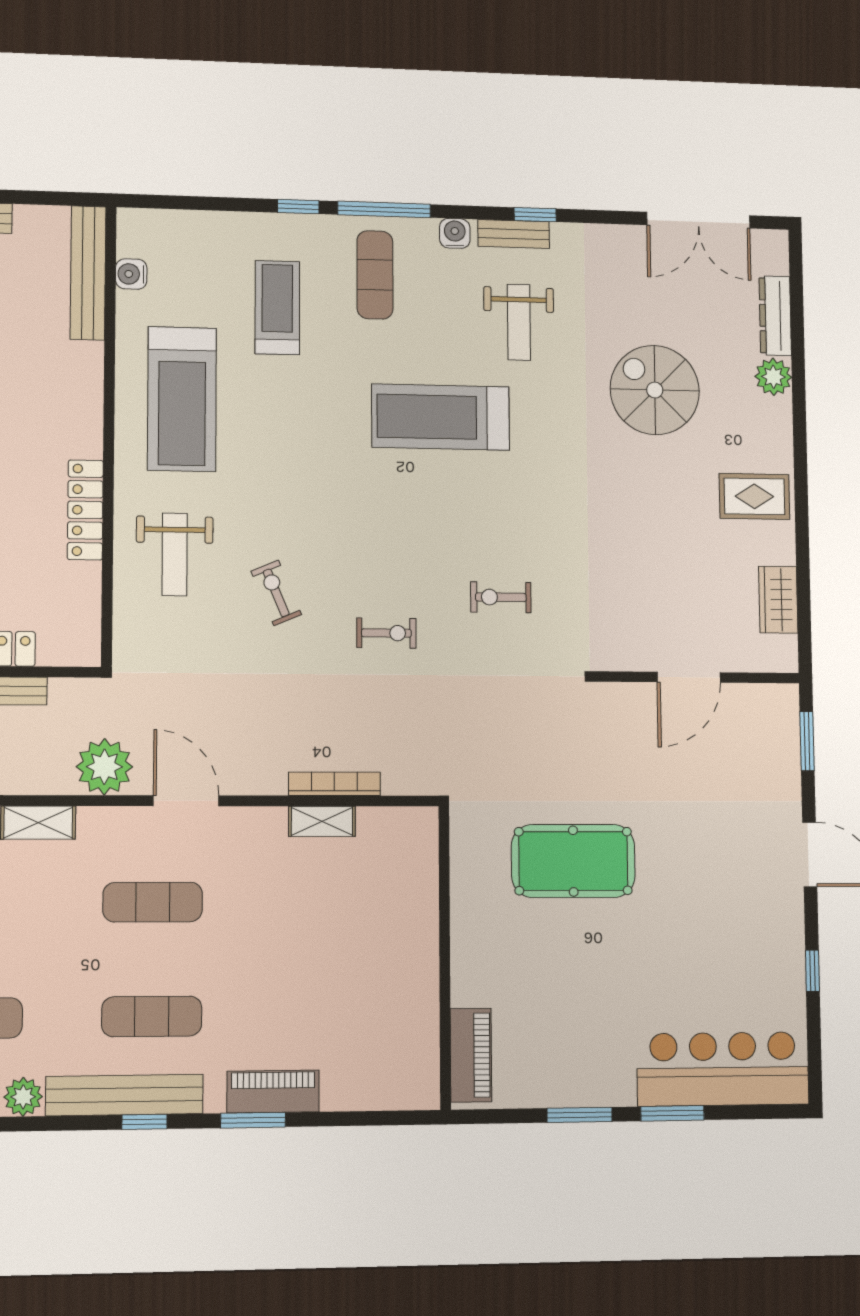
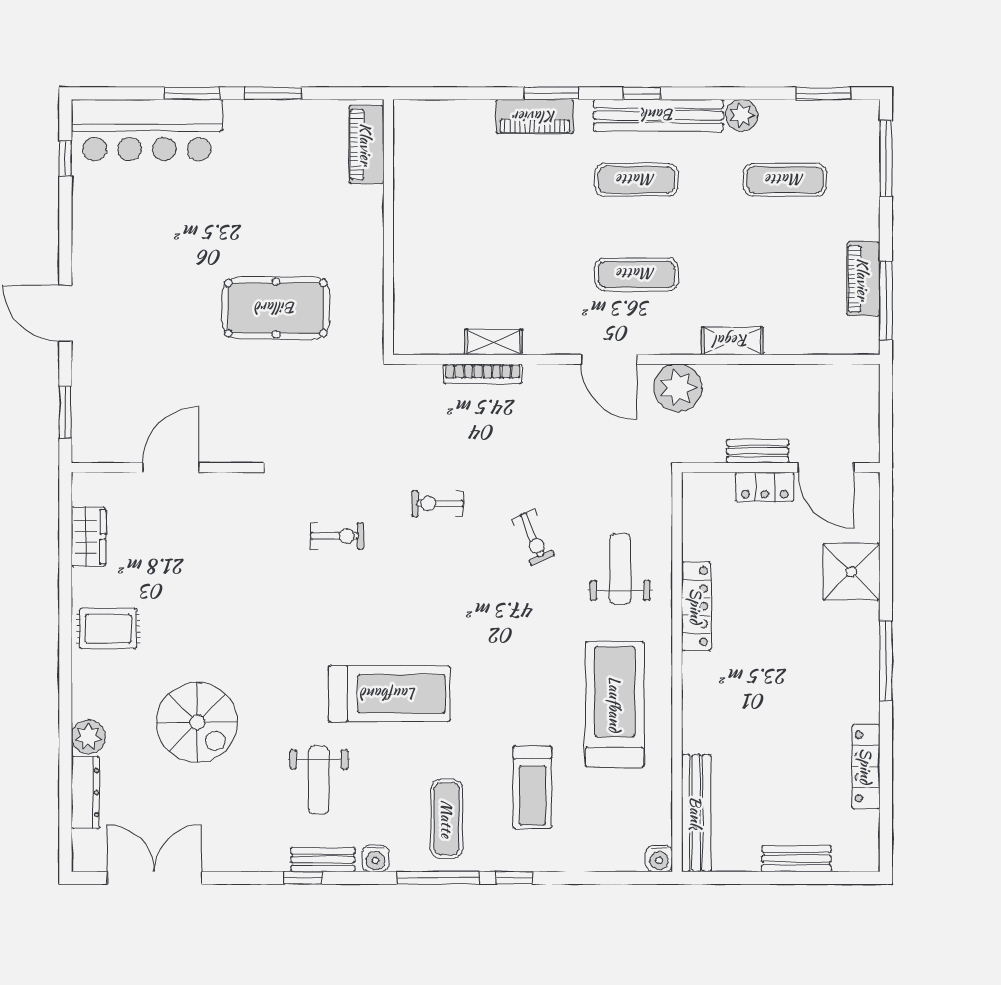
water cooler: (131, 274) -> (659, 858), moved, turned 90
weight bench: (519, 322) -> (319, 780), turned 180
window: (812, 971) -> (65, 159), moved

